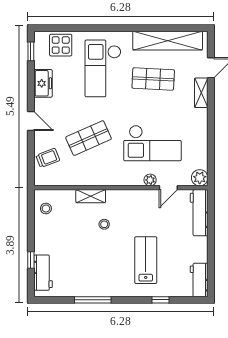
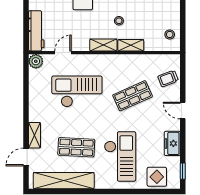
plant: (150, 180) -> (79, 59), removed
shelving: (122, 196) -> (103, 45), added

